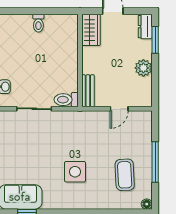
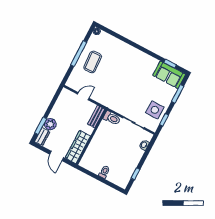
wardrobe: (91, 30) -> (78, 147), width x1.50
plant: (143, 68) -> (50, 124), moved
side table: (75, 172) -> (155, 110), moved
coffee table: (125, 175) -> (93, 62), moved

